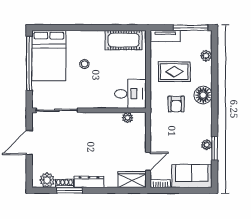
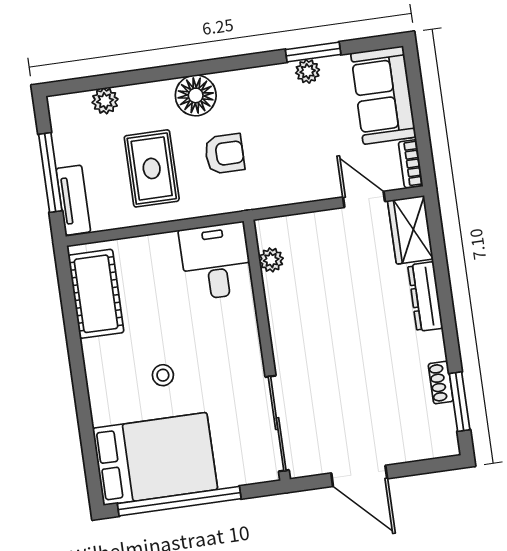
window: (191, 28) -> (50, 172), moved
plant: (47, 180) -> (439, 423), removed
dresser: (89, 182) -> (425, 297), moved
window: (70, 190) -> (460, 402), moved

